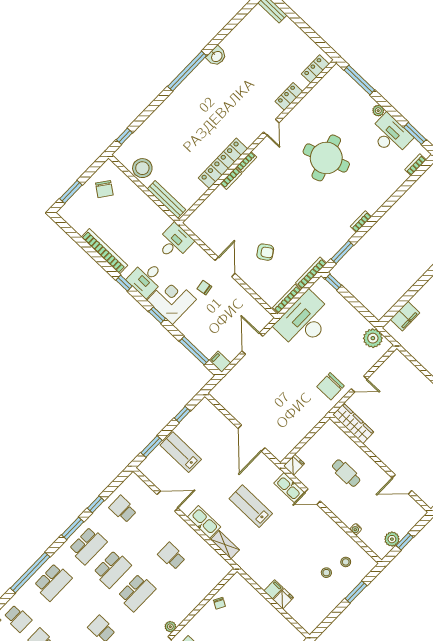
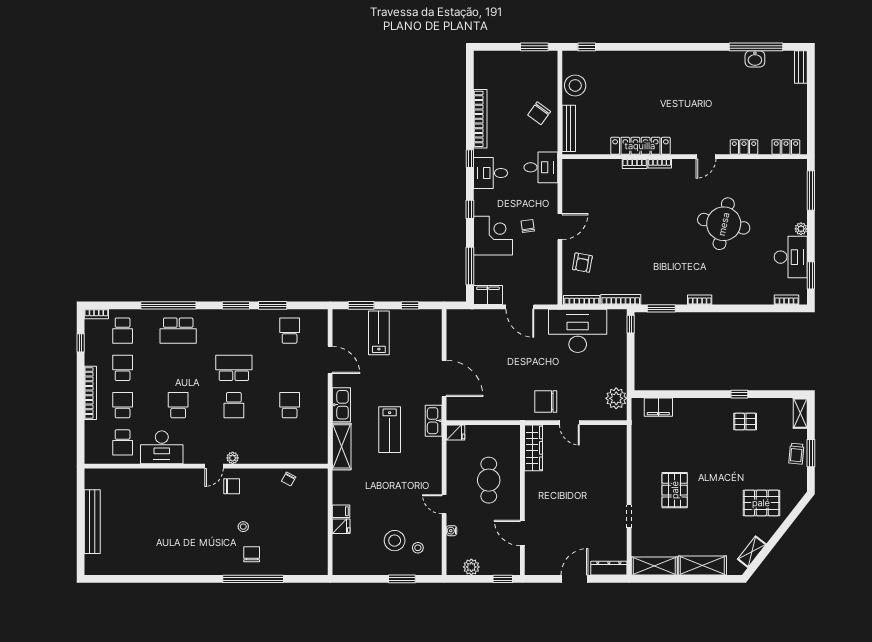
washbasin: (217, 56) -> (755, 59), moved
window: (187, 71) -> (756, 47), moved
round table: (326, 158) -> (724, 224), turned 31
chair: (104, 189) -> (539, 113), moved
window: (71, 192) -> (534, 47), moved
armchair: (265, 252) -> (582, 263), moved, turned 44
corner desk: (172, 300) -> (493, 236), moved
door: (252, 344) -> (520, 307), swing flipped
filing cabinet: (220, 362) -> (488, 295), width x2.00
door: (252, 438) -> (444, 378), swing flipped
cafe table: (346, 473) -> (489, 480), width x1.37, depth x1.35
kitchen sink: (289, 487) -> (434, 421), moved
door: (312, 497) -> (444, 504), moved
window: (96, 504) -> (273, 305), width x1.50
lab bench: (251, 506) -> (390, 430), turned 180
window: (405, 541) -> (503, 579), moved
shelving: (225, 545) -> (342, 446), width x1.50, depth x1.33
school desk: (88, 546) -> (234, 331), removed
school desk: (112, 569) -> (234, 368), turned 180
stool: (326, 573) -> (395, 541), width x1.89, depth x1.89
school desk: (137, 593) -> (234, 405), width x0.54

